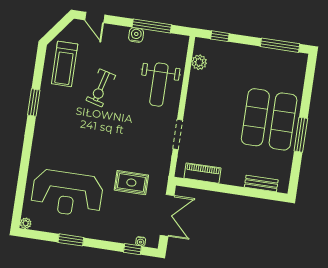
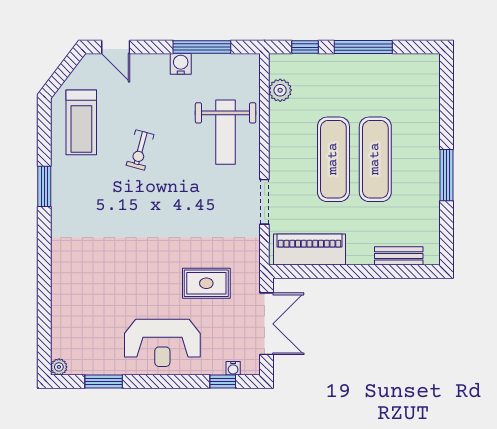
window: (280, 45) -> (363, 47), moved
exercise bike: (101, 88) -> (140, 150), width x0.73, depth x0.72
exercise mat: (283, 121) -> (333, 159), moved
piano: (202, 173) -> (310, 250), width x1.37, depth x1.33
reception desk: (67, 193) -> (162, 343), moved, width x0.74, depth x0.77
window: (71, 240) -> (104, 382), moved

